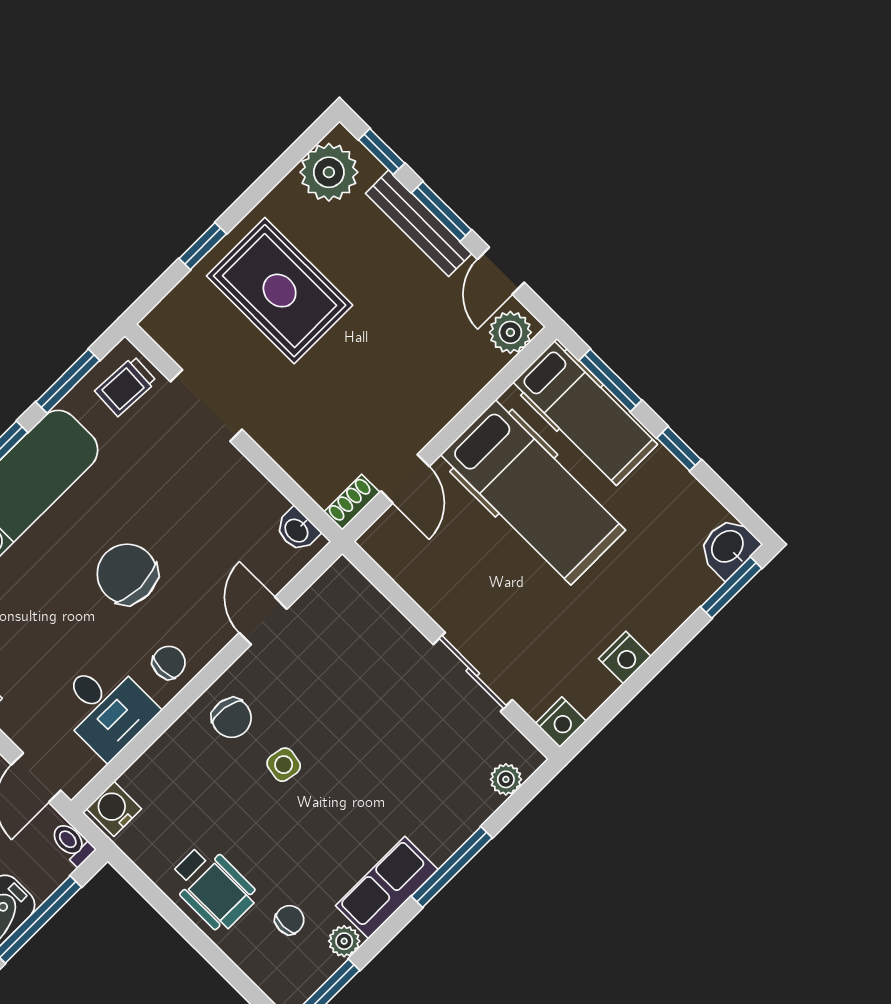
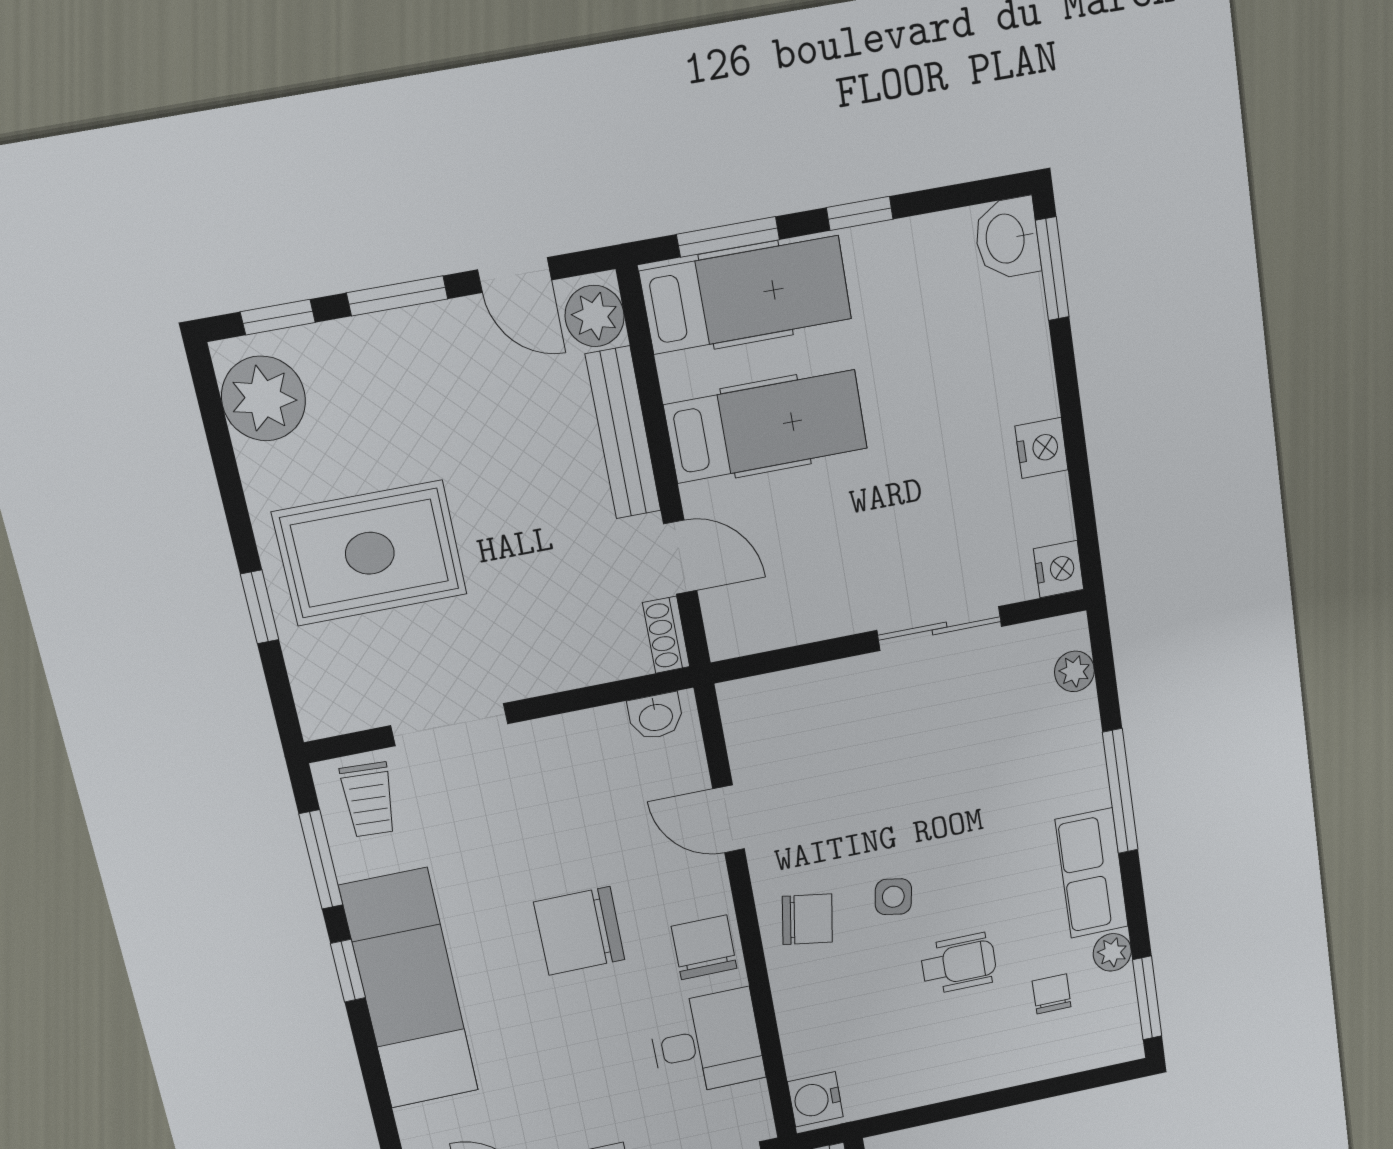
bench: (419, 223) -> (623, 433), moved, turned 90
hospital bed: (533, 492) -> (766, 427), width x0.73, depth x0.78
chair: (169, 662) -> (704, 947), width x1.37, depth x1.37
wheelchair: (213, 888) -> (959, 963), moved, width x0.73, depth x0.73

